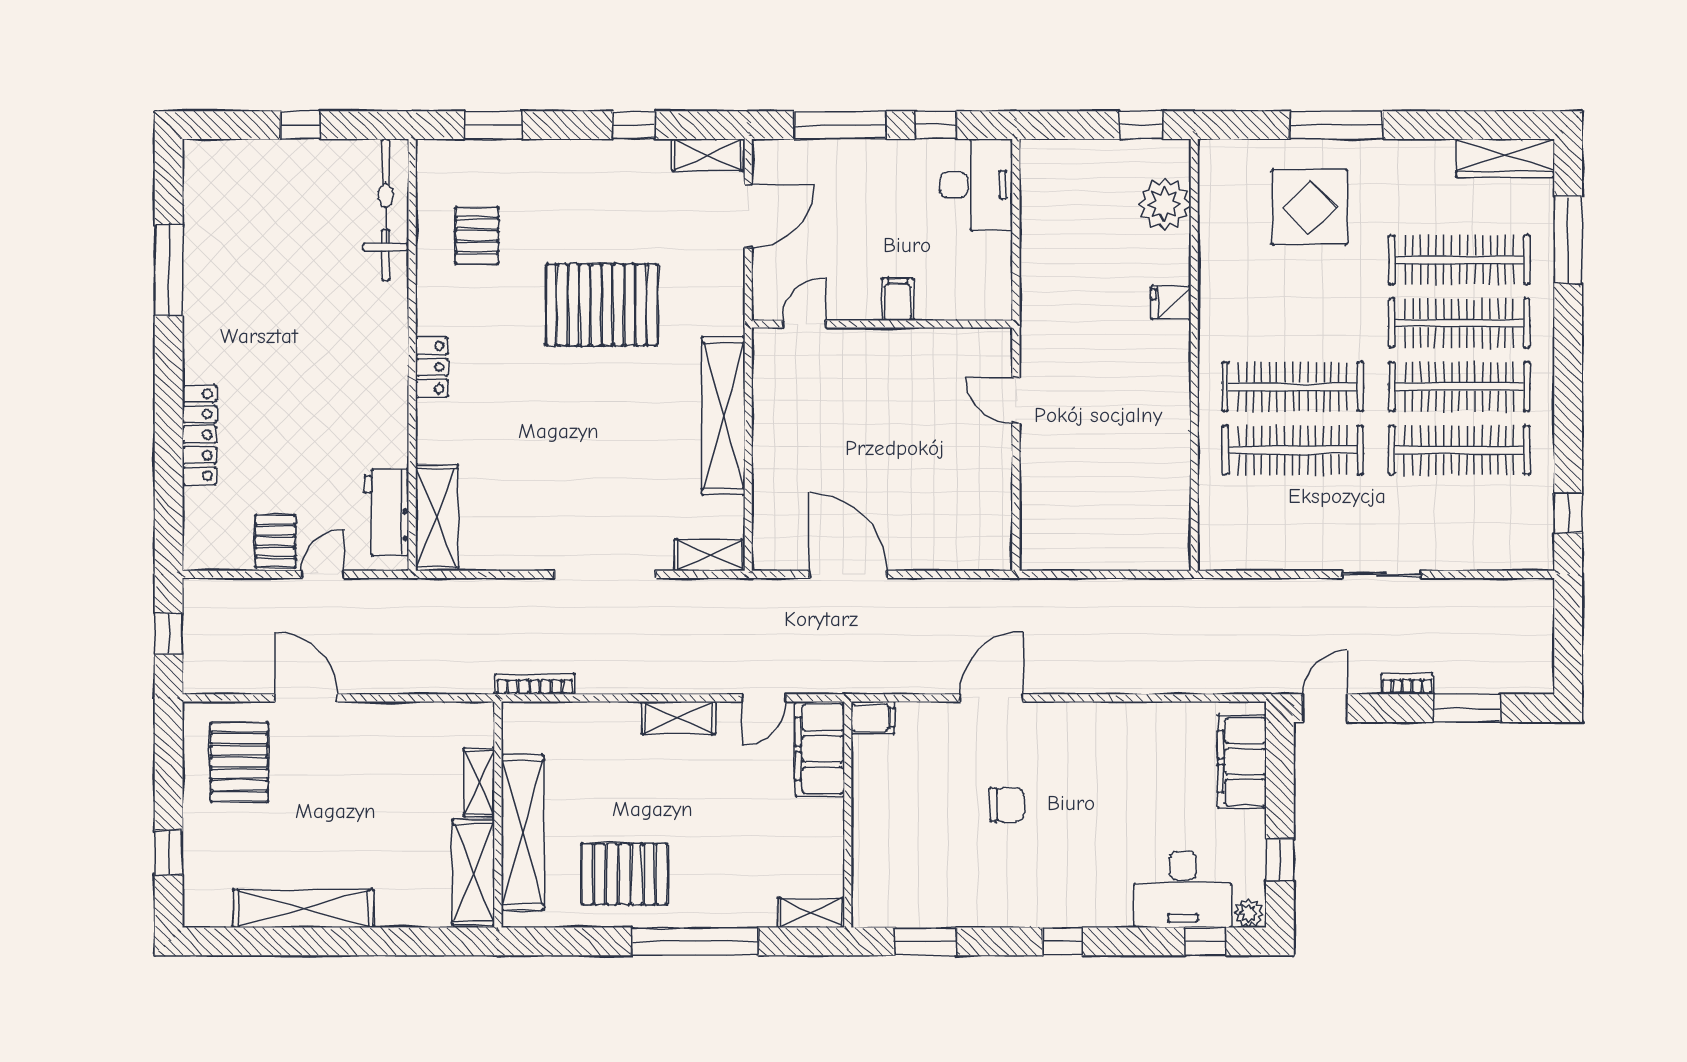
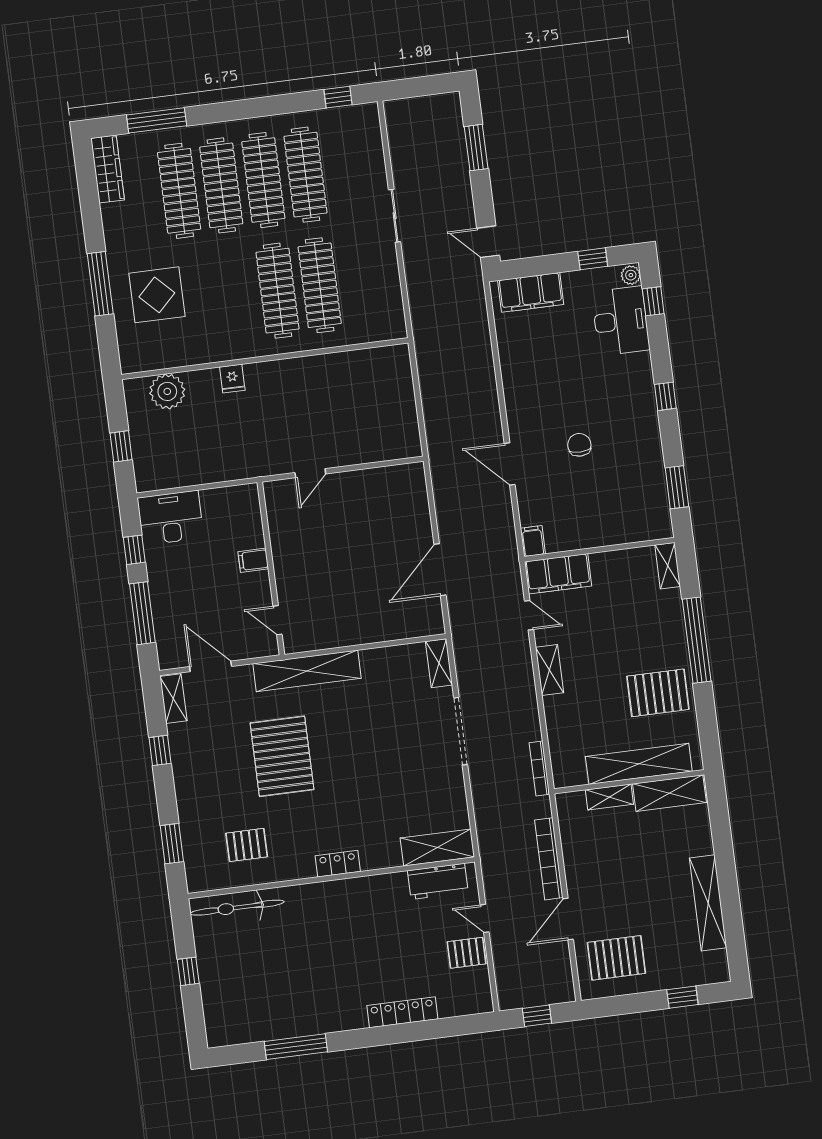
window: (1141, 125) -> (121, 446), moved
shelving: (723, 416) -> (307, 671), moved
bookcase: (1407, 684) -> (549, 859), moved, width x2.31, depth x1.31
pallet: (624, 874) -> (658, 693), turned 90

